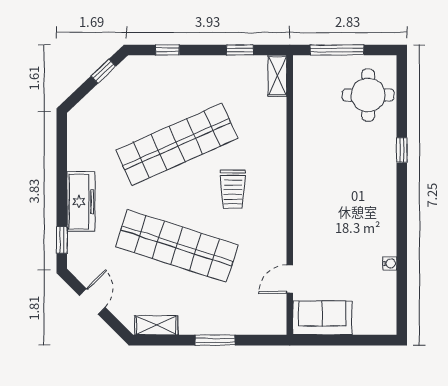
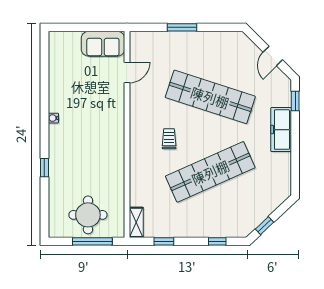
round table: (368, 95) -> (88, 215), moved
trolley: (233, 189) -> (169, 139), width x0.73, depth x0.72
water cooler: (390, 263) -> (53, 118), moved
shelving: (156, 325) -> (225, 38), removed

